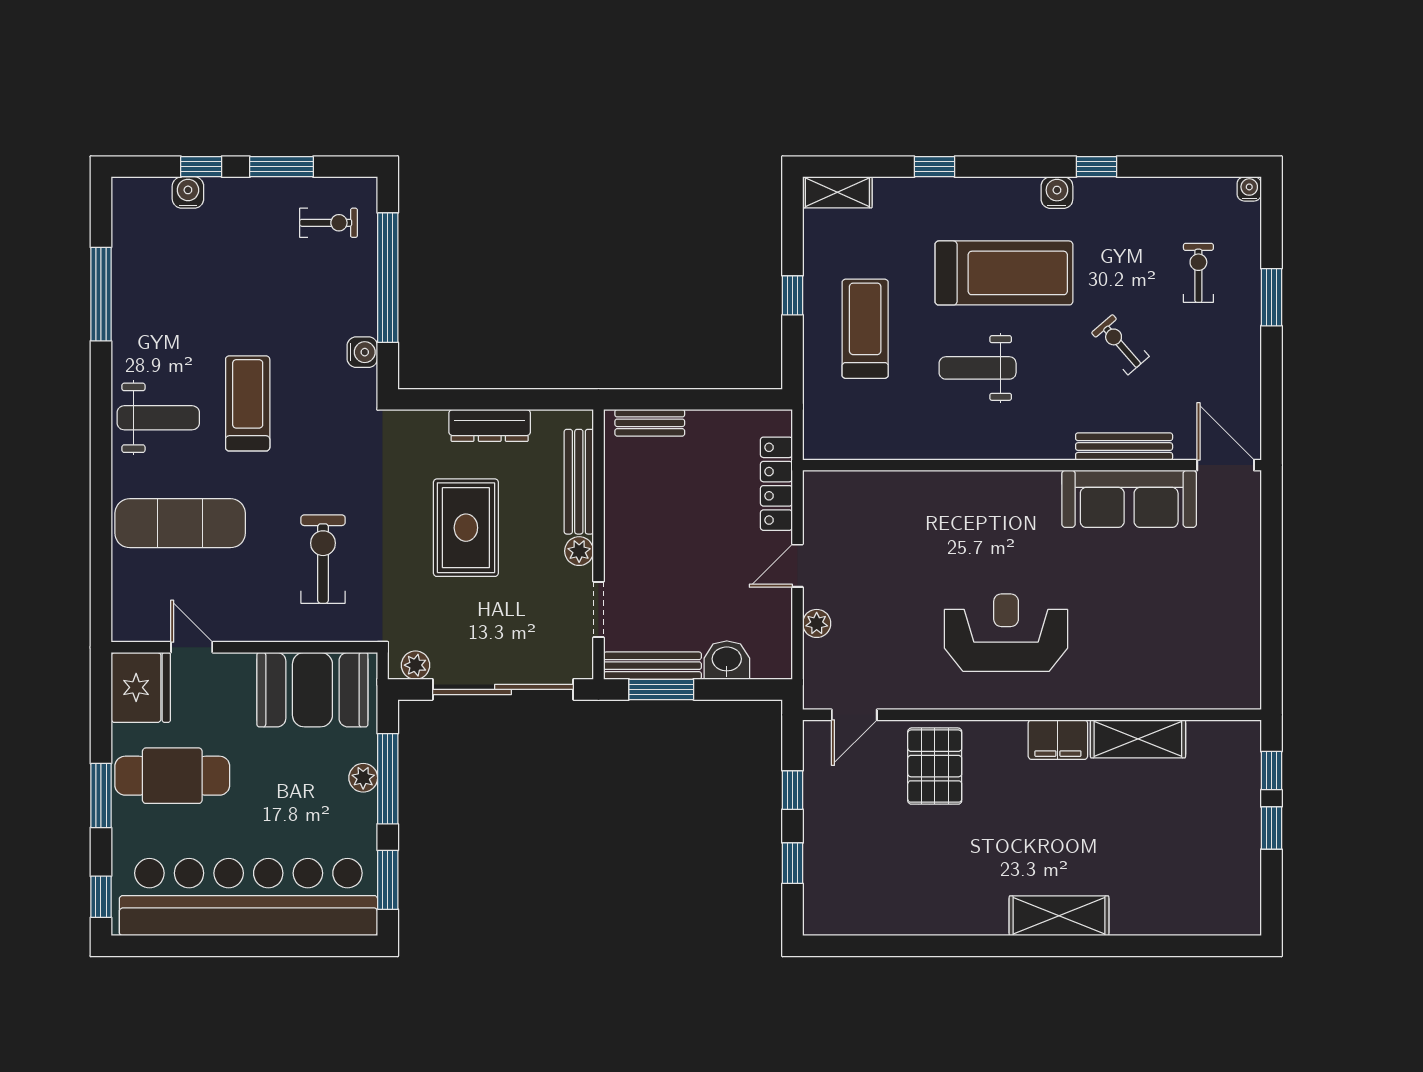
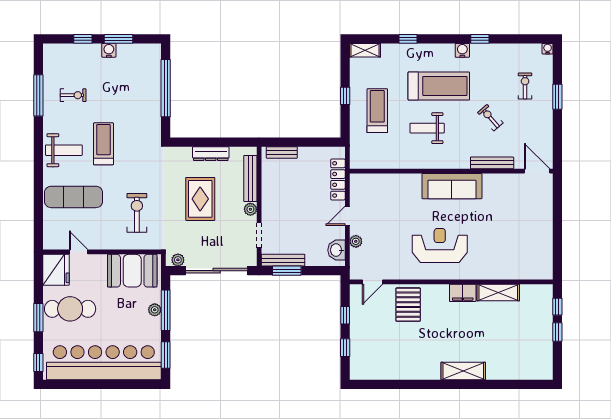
water cooler: (188, 192) -> (109, 50), moved
exercise bike: (329, 223) -> (73, 95), moved
water cooler: (362, 352) -> (154, 121), removed
sofa: (1129, 499) -> (452, 186), moved
washbasin: (727, 660) -> (337, 250), moved, turned -90

